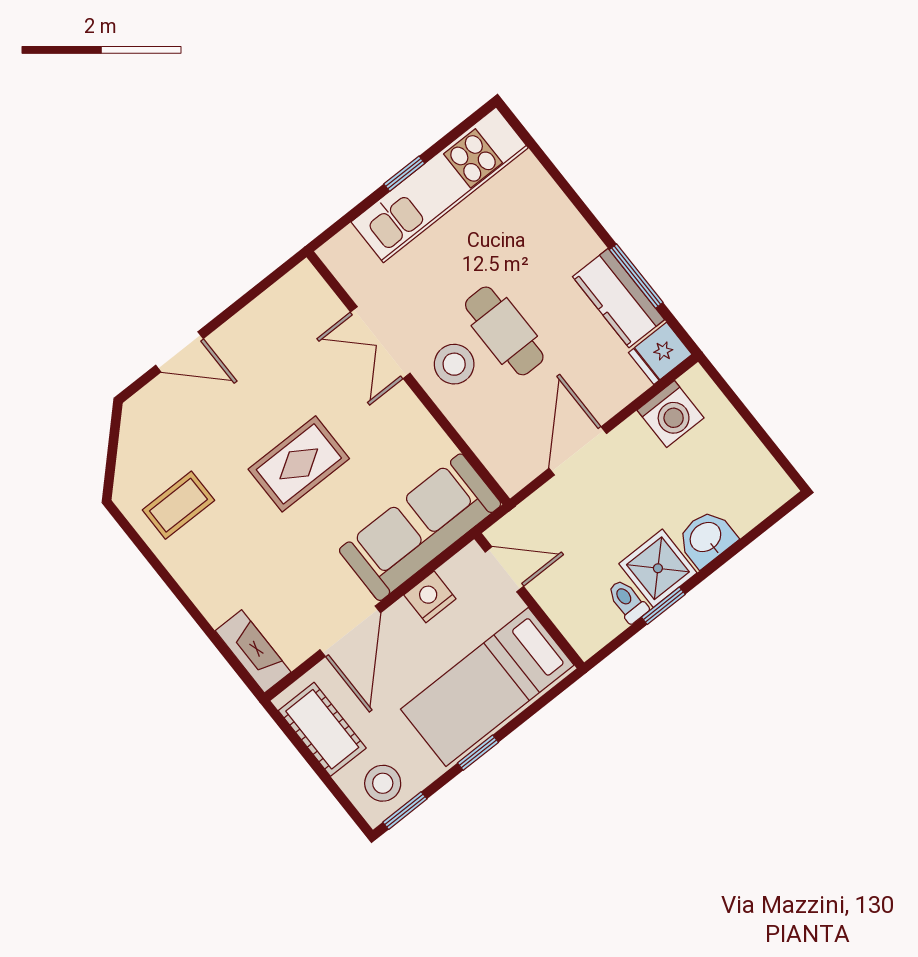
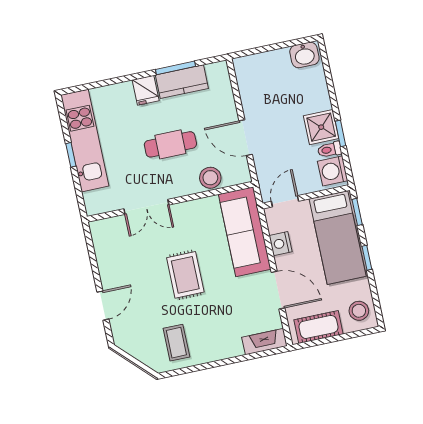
fridge: (660, 353) -> (146, 90), moved
stool: (454, 364) -> (210, 178), moved
washing machine: (671, 414) -> (333, 171), moved, turned 180
washbasin: (706, 538) -> (304, 55), moved, turned -90
window: (405, 811) -> (357, 212), moved

